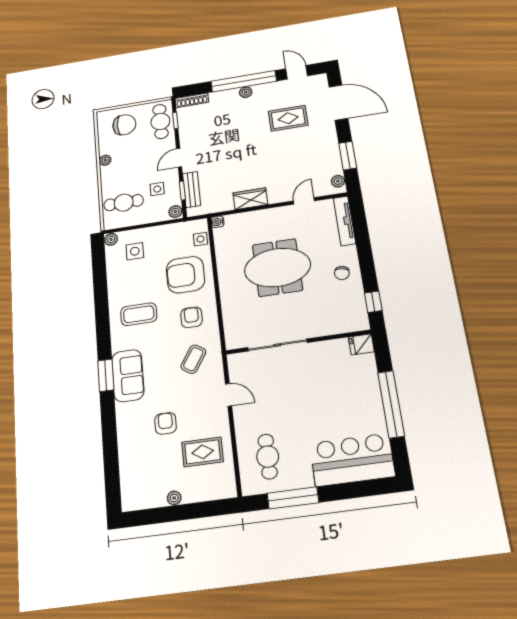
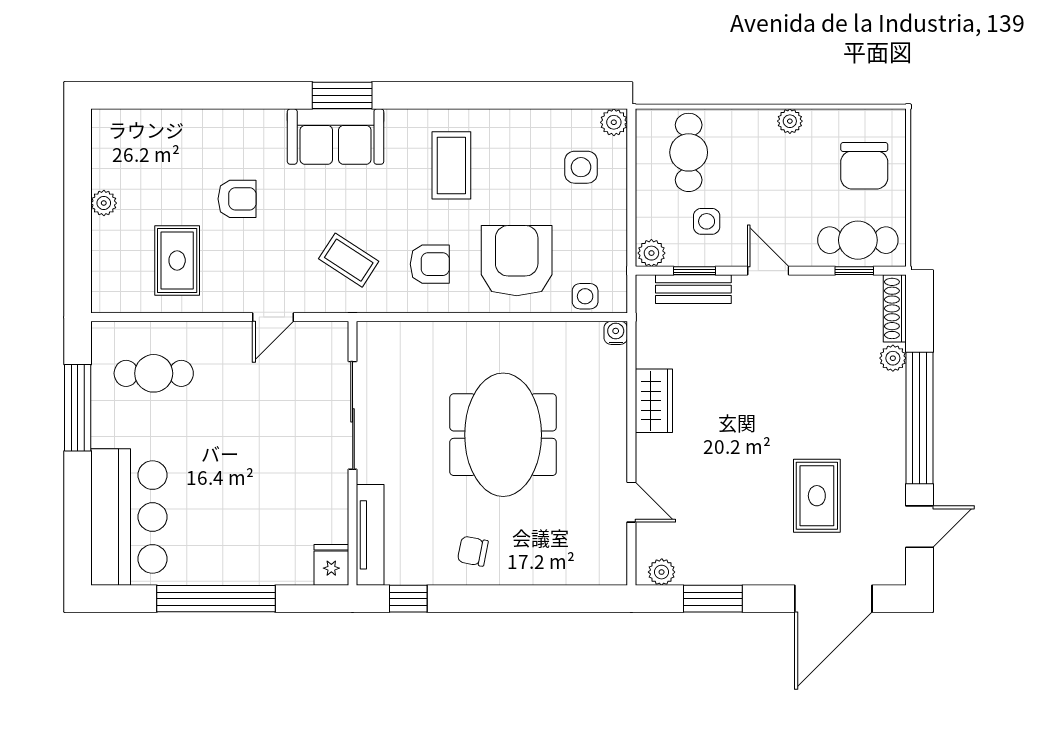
plant: (246, 92) -> (893, 358), moved
tv unit: (344, 221) -> (370, 535), moved, turned 90

